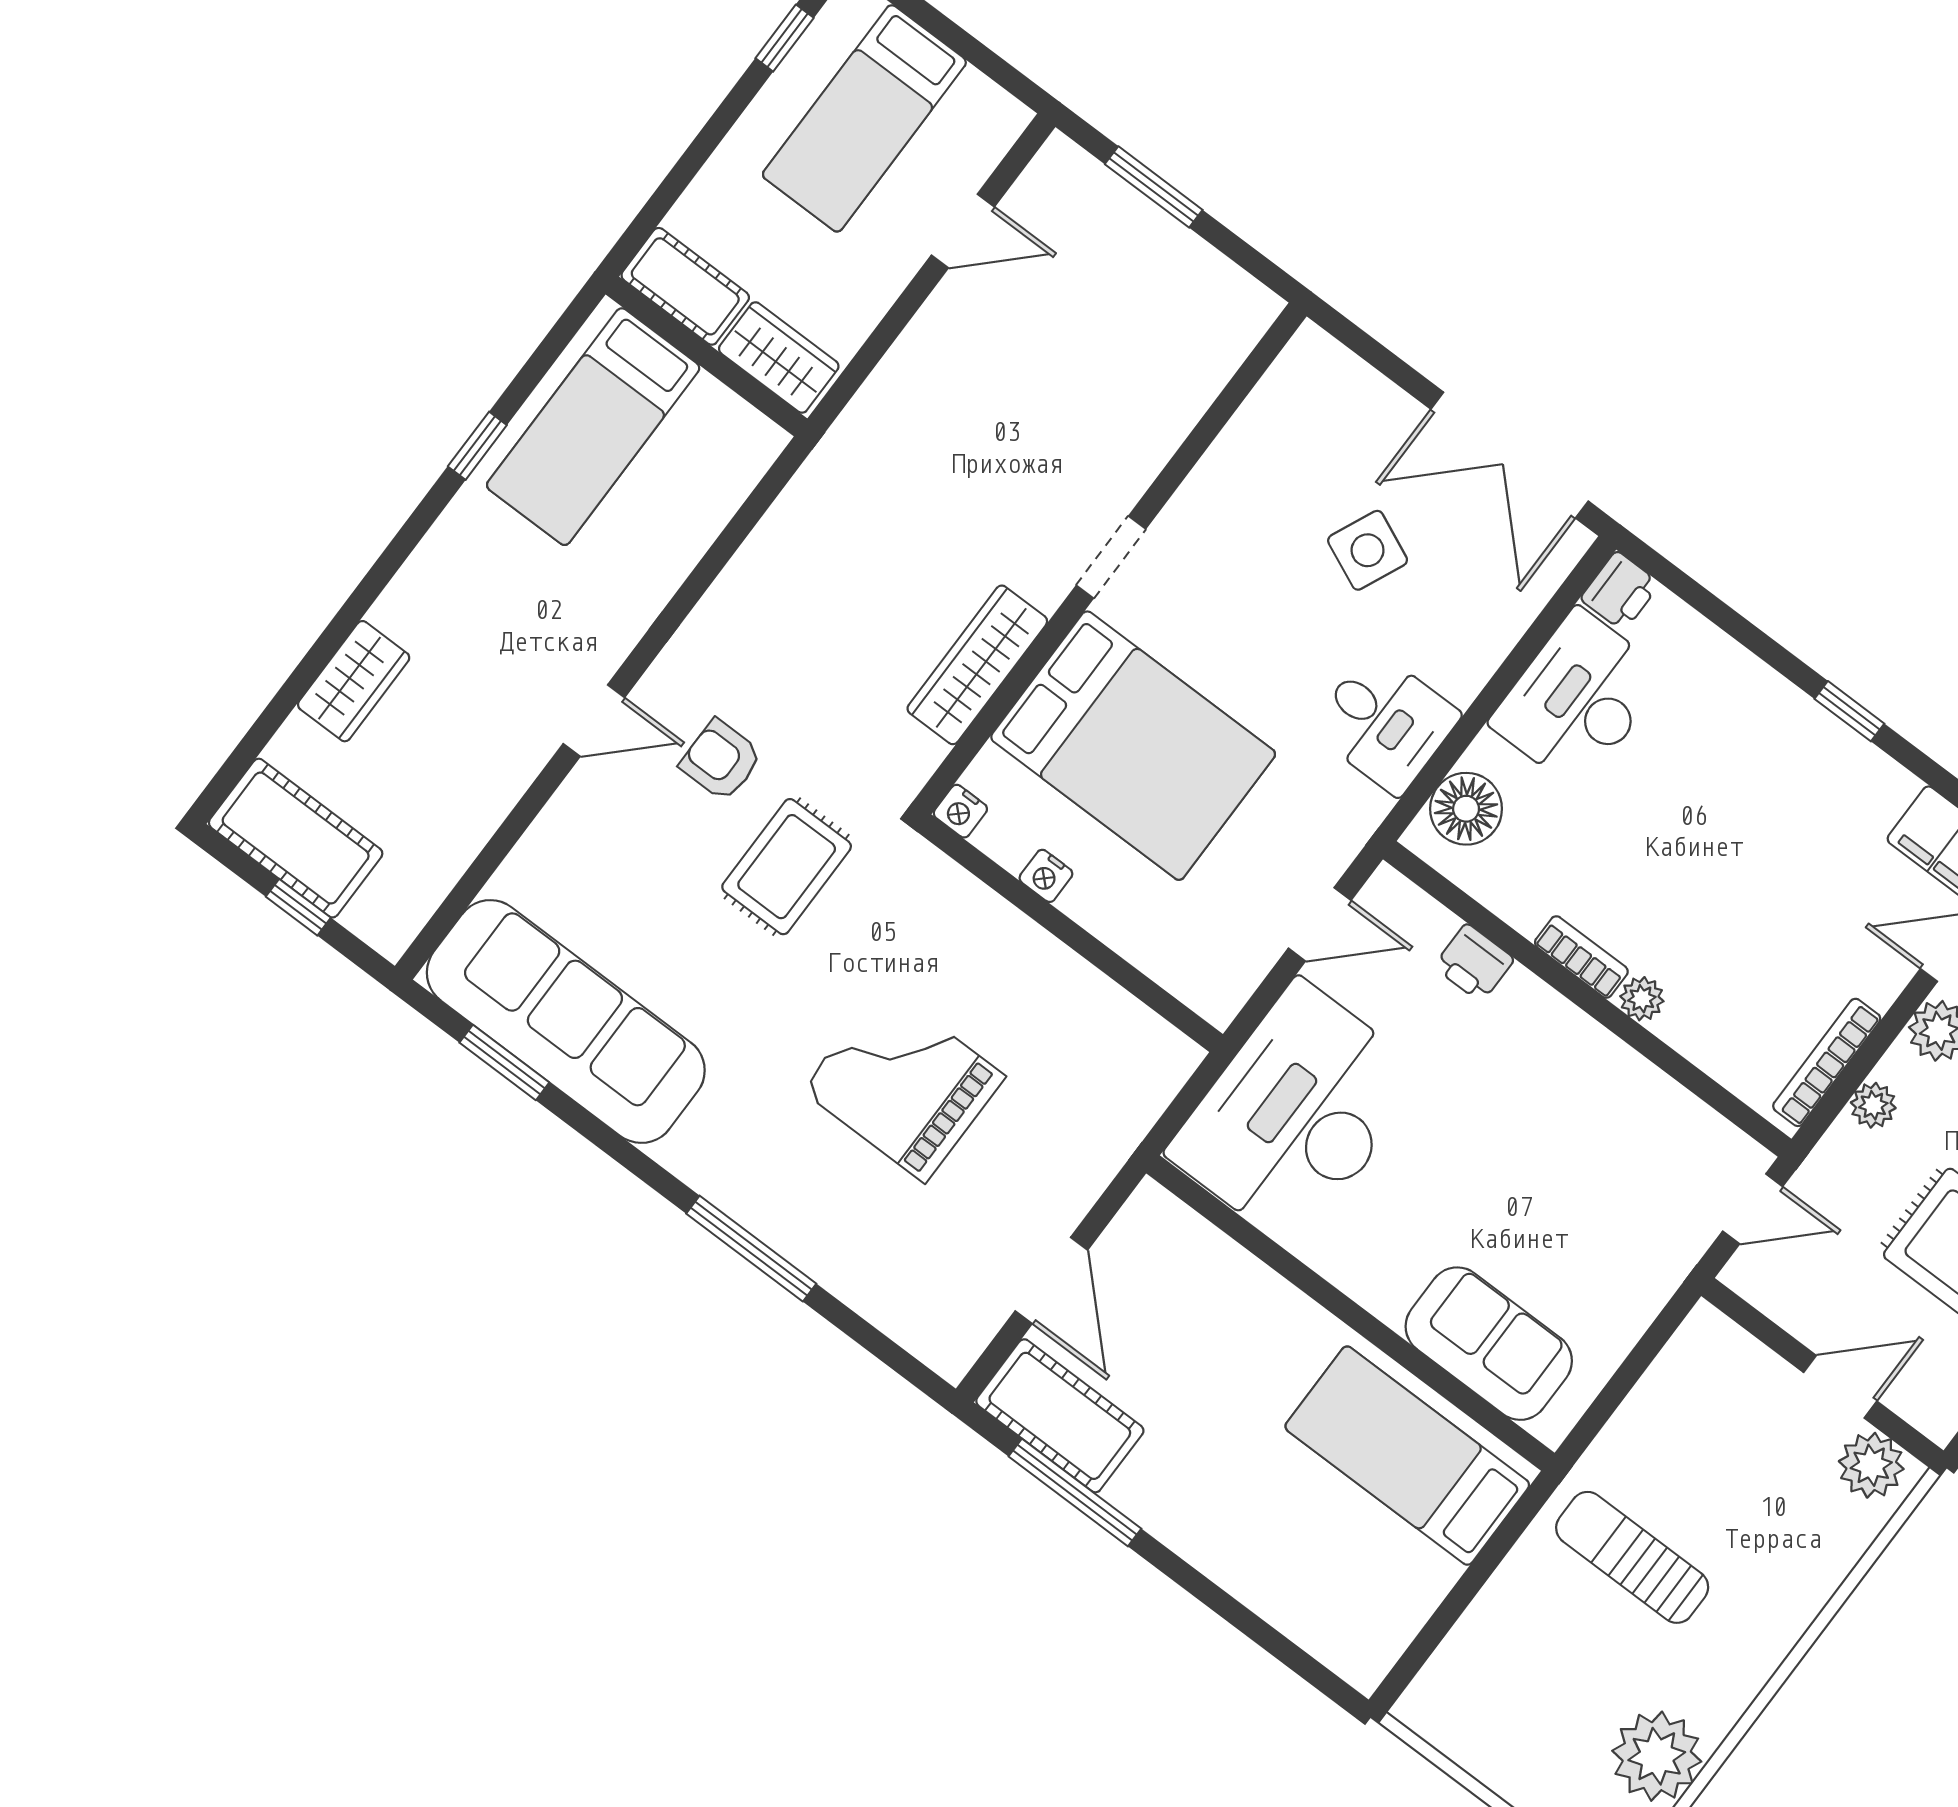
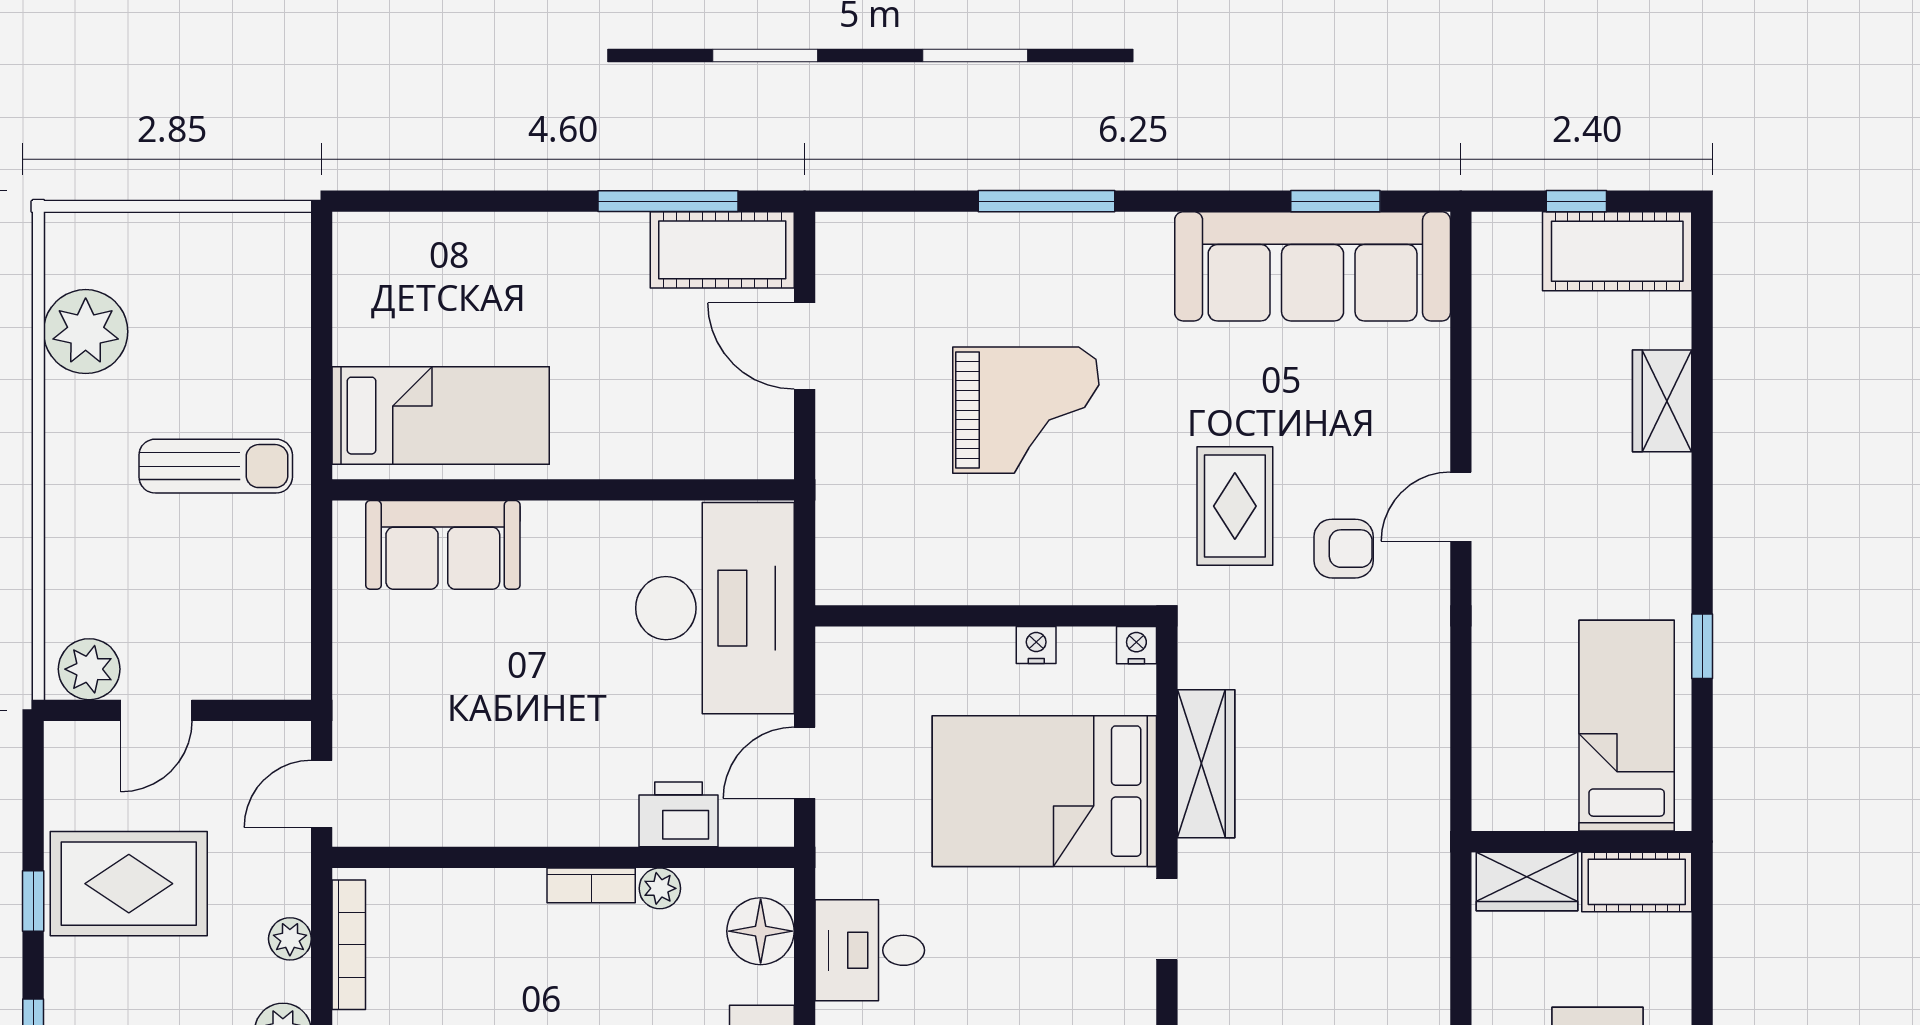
printer: (1474, 963) -> (679, 814), width x1.36, depth x1.24
plant: (1642, 999) -> (660, 888), moved

